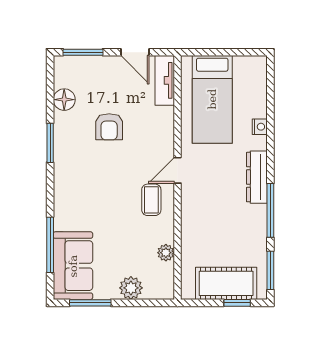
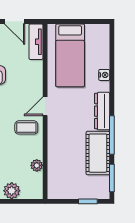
coffee table: (151, 200) -> (26, 127), turned 90
cot: (226, 283) -> (98, 153), moved, turned 90

